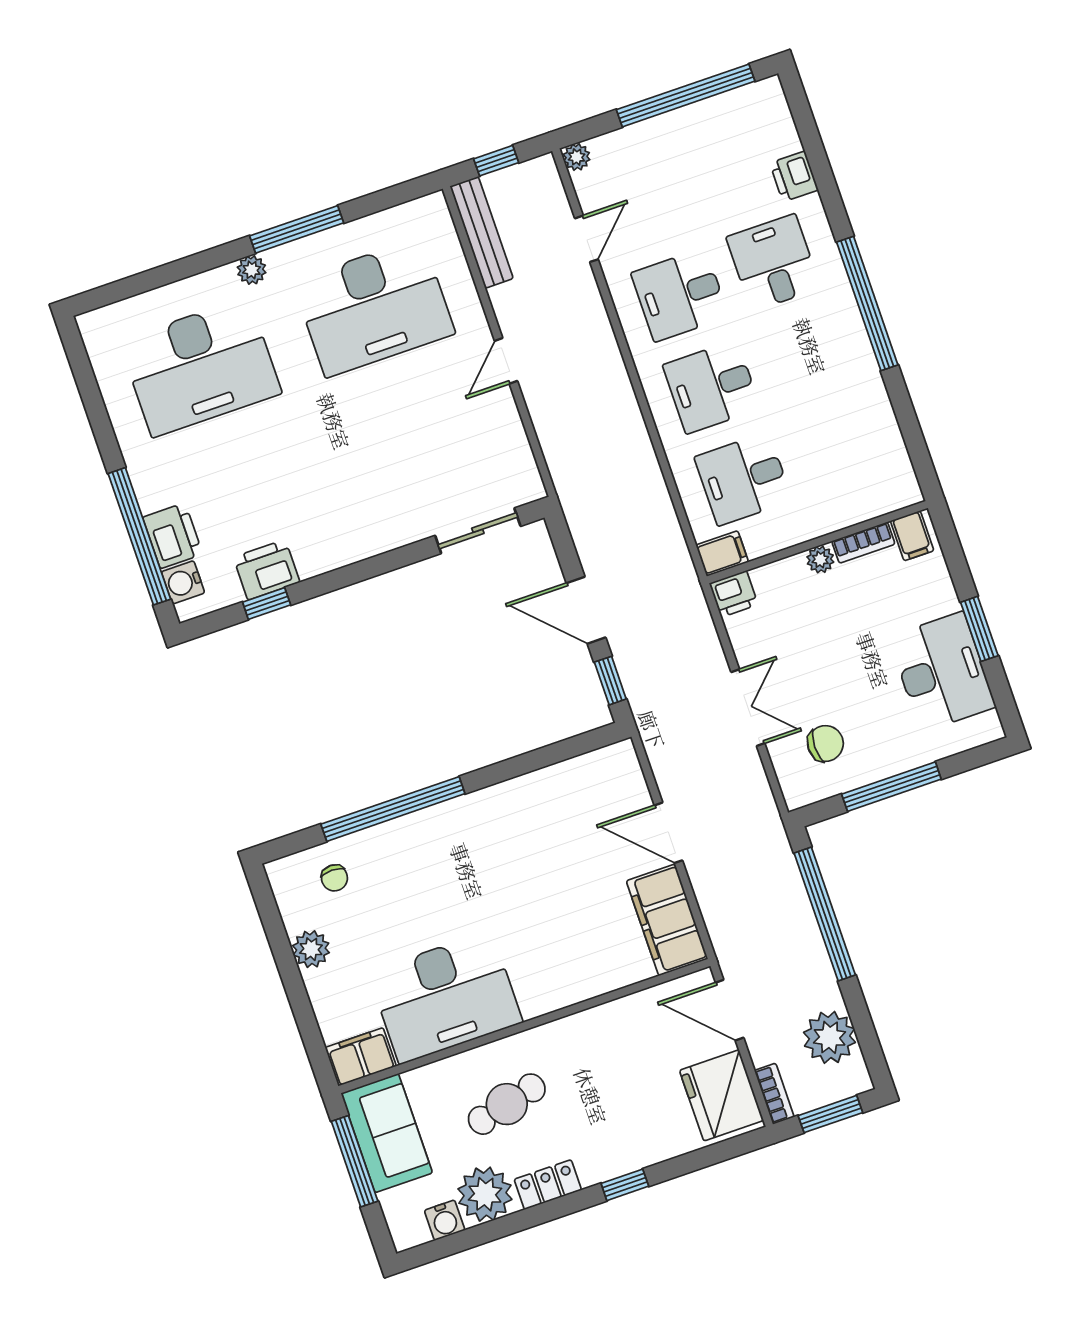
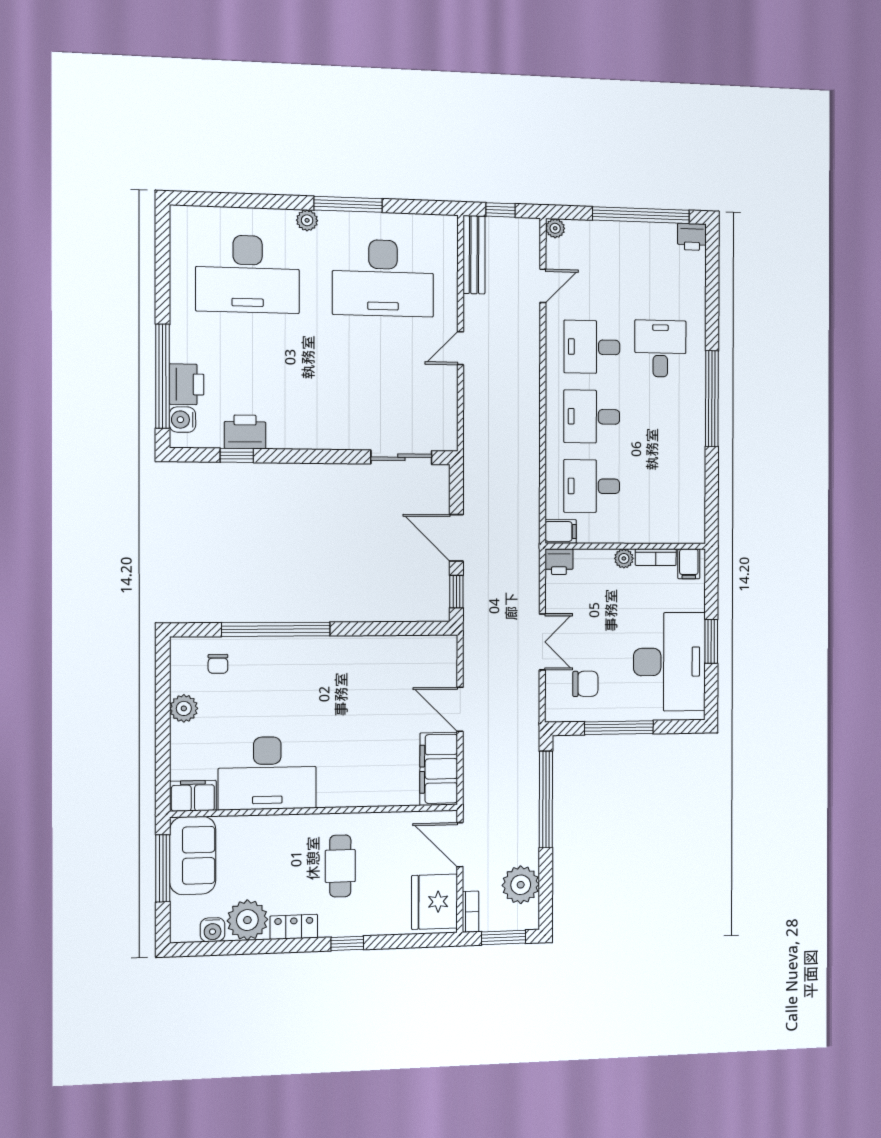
printer: (794, 176) -> (692, 237), moved, turned -90
desk: (942, 672) -> (669, 662), width x1.36, depth x1.30
cafe table: (507, 1104) -> (340, 866), moved, turned -76

